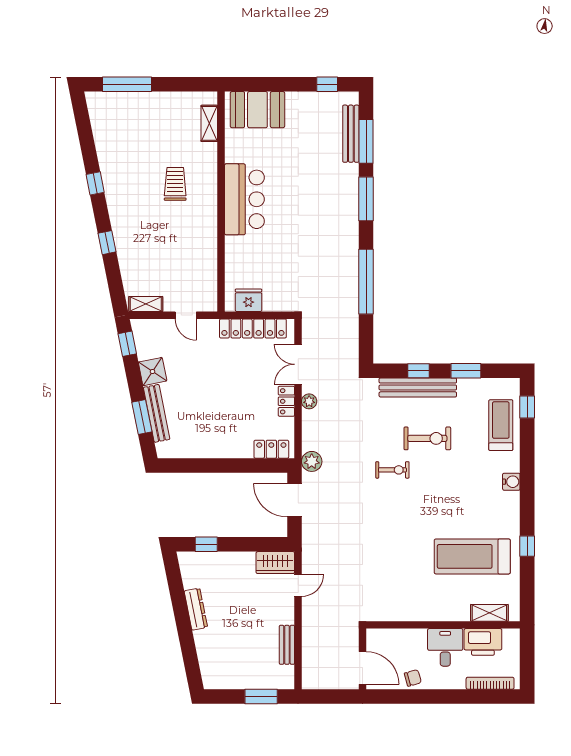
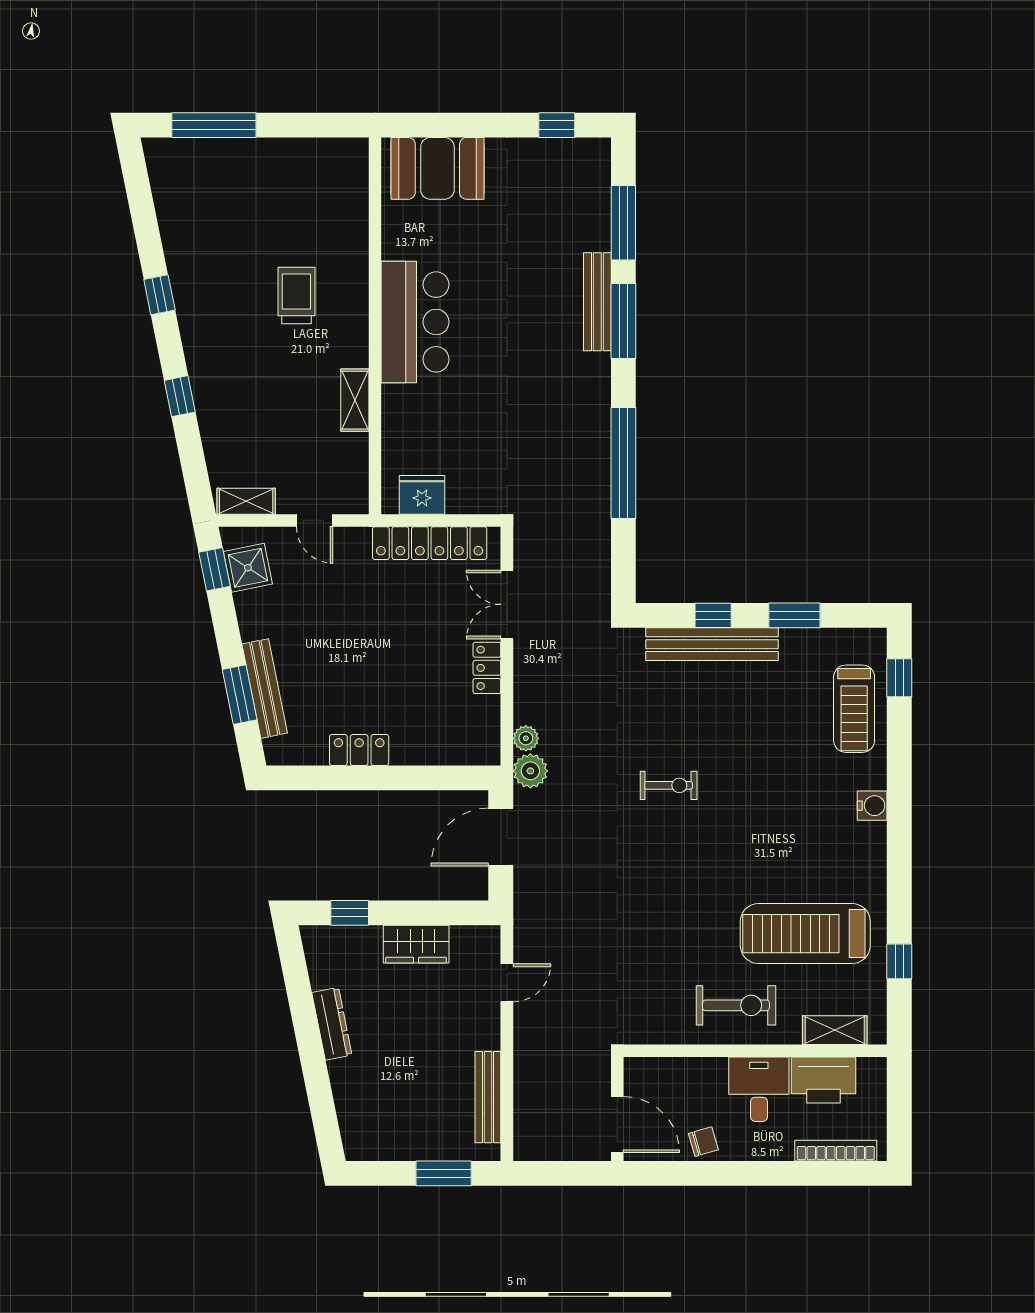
shelving: (209, 123) -> (355, 400), moved
bench: (351, 134) -> (597, 302), moved
shower: (153, 372) -> (248, 568), moved
plant: (309, 401) -> (526, 738), moved
treadmill: (501, 425) -> (854, 709), turned 180
exercise bike: (427, 438) -> (736, 1005), moved
locker: (271, 449) -> (359, 750), moved
door: (294, 500) -> (501, 837), hinge flipped
window: (527, 546) -> (899, 961), moved
wardrobe: (275, 563) -> (416, 944), moved
bench: (287, 645) -> (488, 1097), width x1.36

